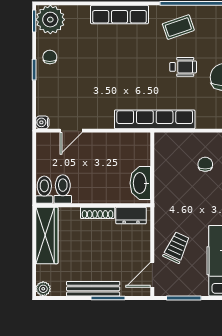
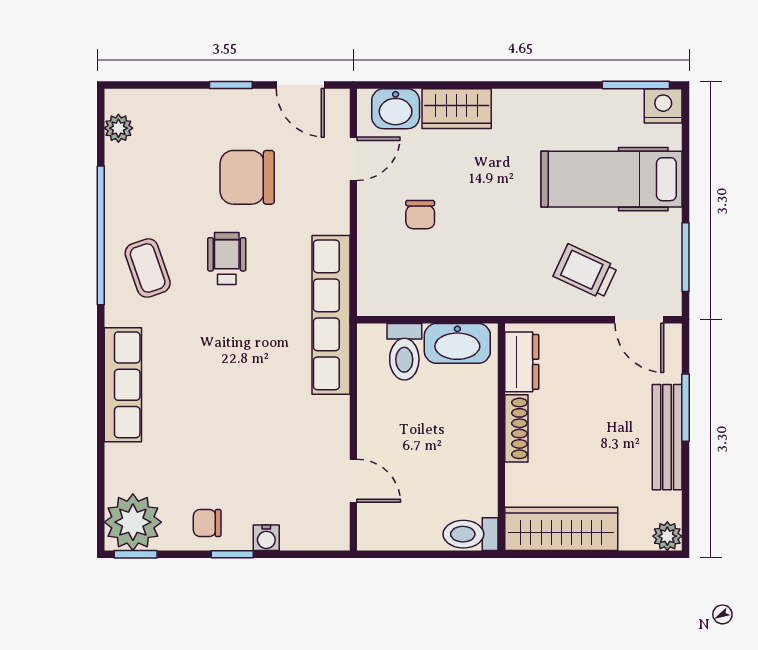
water cooler: (42, 122) -> (266, 538), moved
chair: (205, 164) -> (420, 215), turned -90
toilet: (63, 189) -> (404, 352), moved, turned -90

